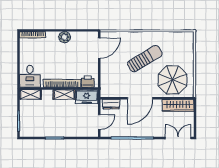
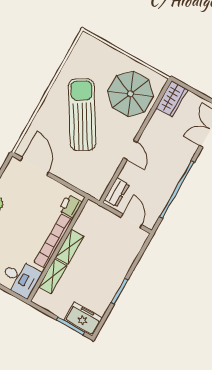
sun lounger: (145, 59) -> (82, 115), width x1.36, depth x1.34
shelving: (30, 94) -> (53, 276), moved
freezer: (87, 97) -> (83, 319), moved, turned -90
door: (140, 98) -> (130, 150), width x0.53
wardrobe: (178, 105) -> (172, 99), width x0.67

